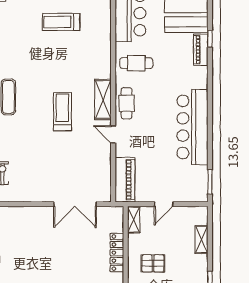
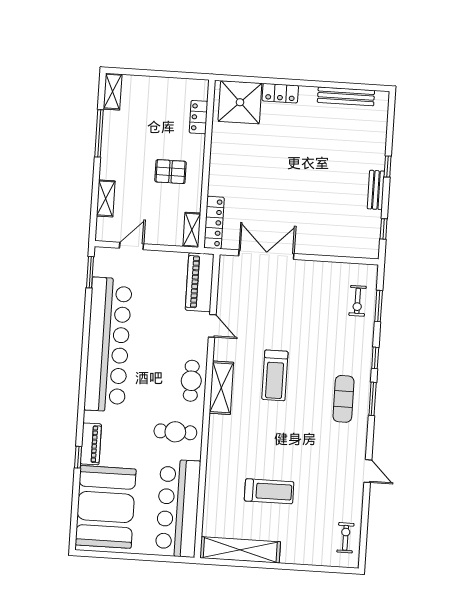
bar counter: (192, 127) -> (108, 345), width x1.36
door: (113, 134) -> (212, 326), moved
door: (164, 204) -> (131, 246), moved
locker: (117, 253) -> (214, 223), moved

